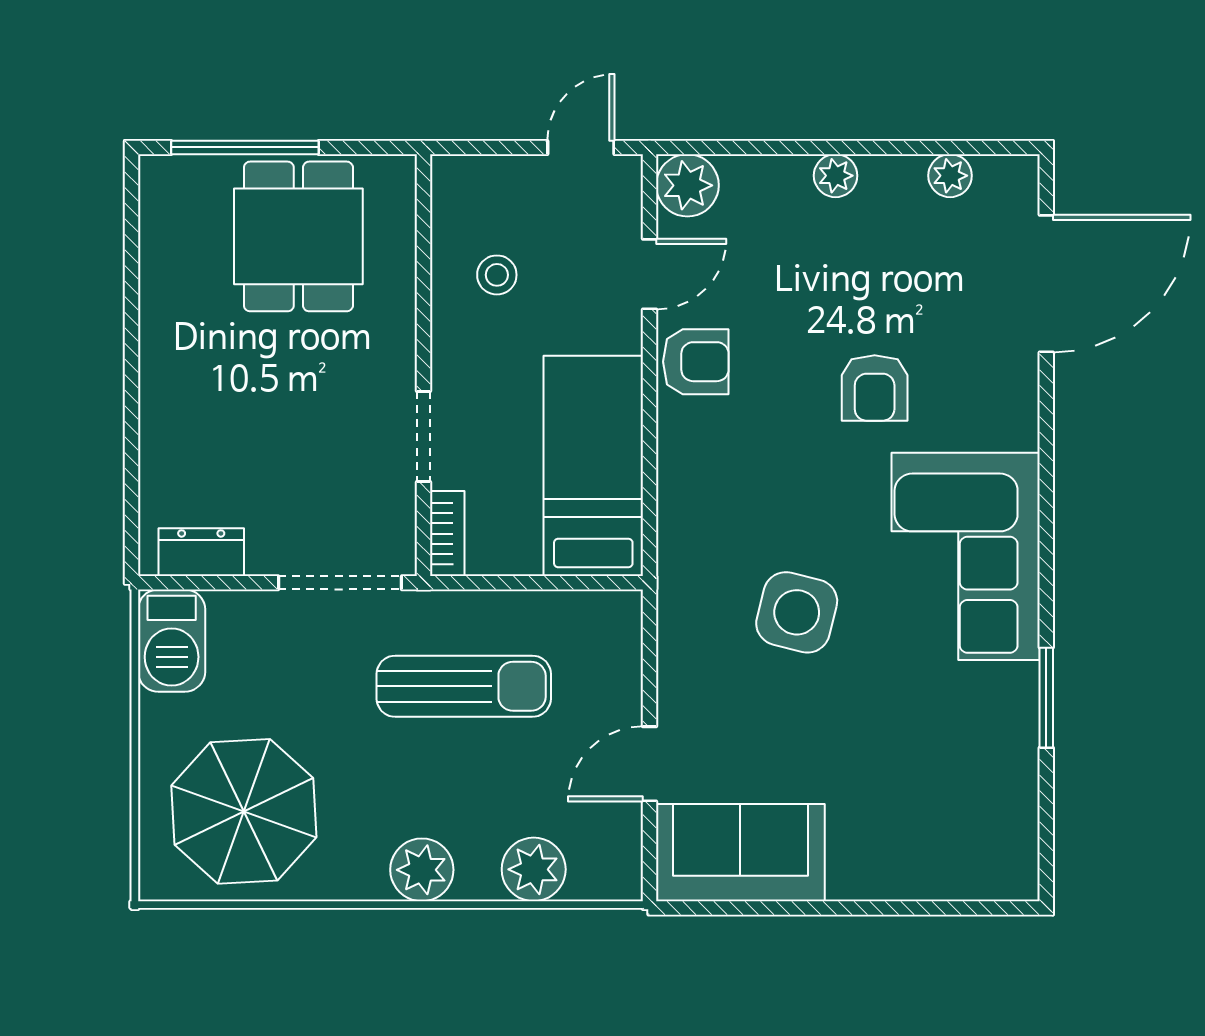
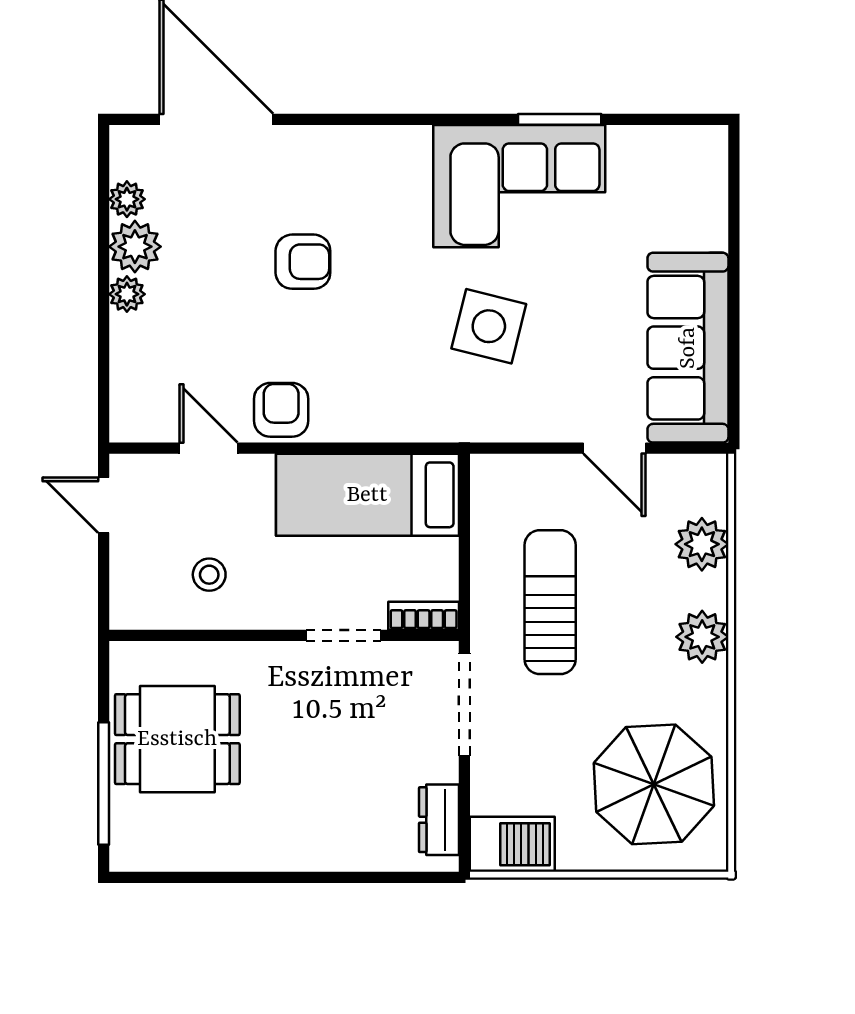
plant: (687, 185) -> (135, 247), moved
corner sofa: (966, 556) -> (519, 186), moved
sofa: (740, 853) -> (688, 348), width x1.36

